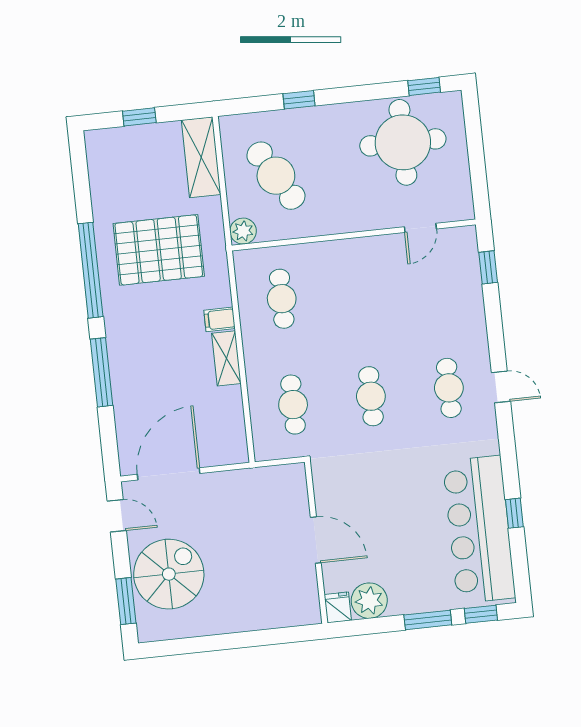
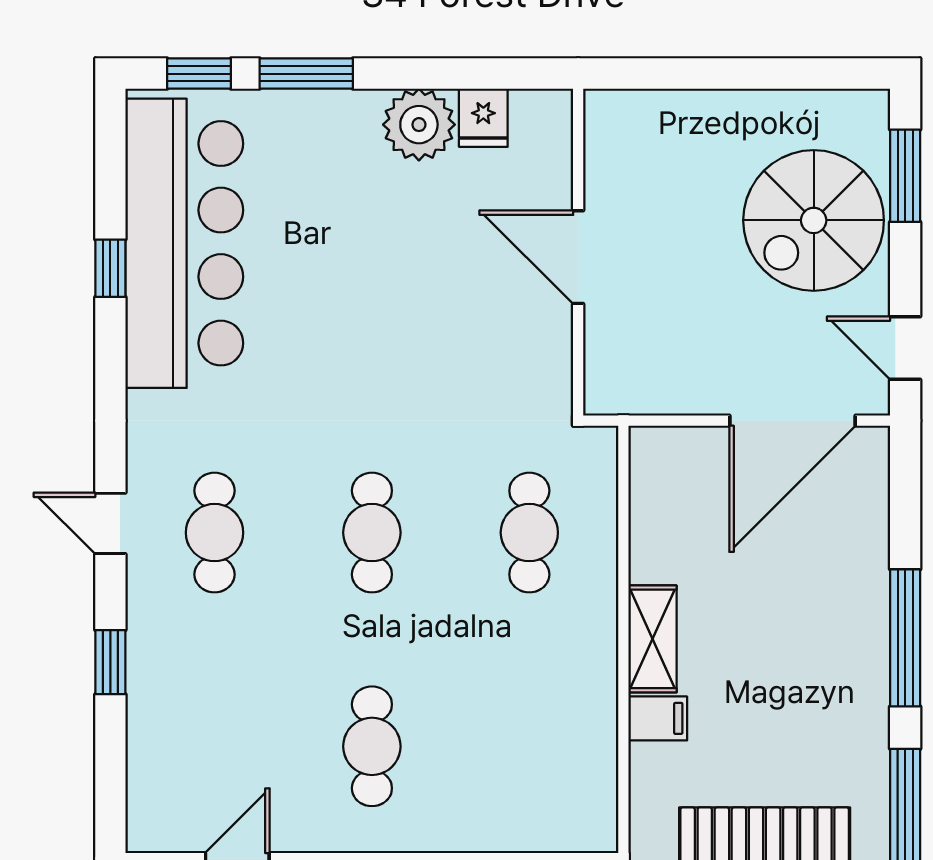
window: (488, 267) -> (110, 662), moved
cafe table: (282, 299) -> (372, 746), moved
door: (316, 540) -> (578, 257), moved
wall: (316, 542) -> (578, 252), moved

